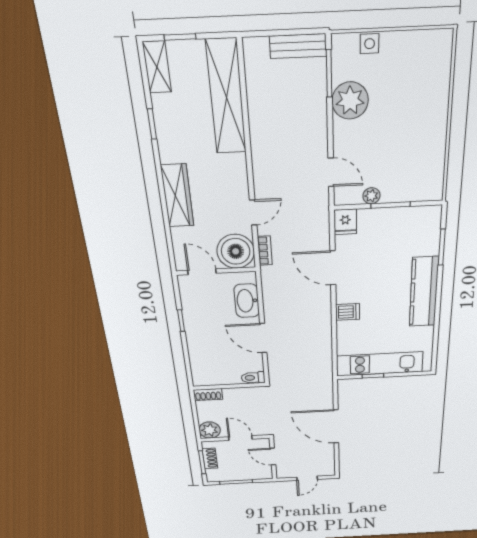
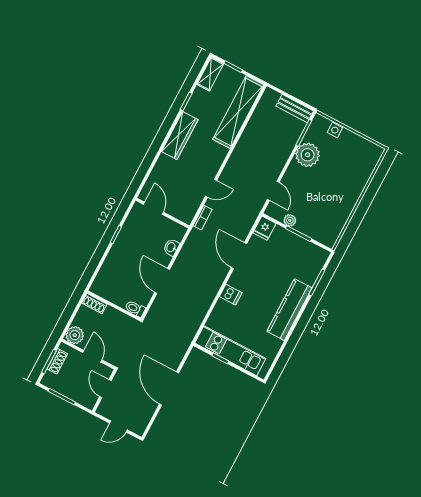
wardrobe: (177, 196) -> (180, 136), moved
boiler: (236, 251) -> (184, 207), removed
washbasin: (247, 301) -> (171, 247), width x0.52, depth x0.69

